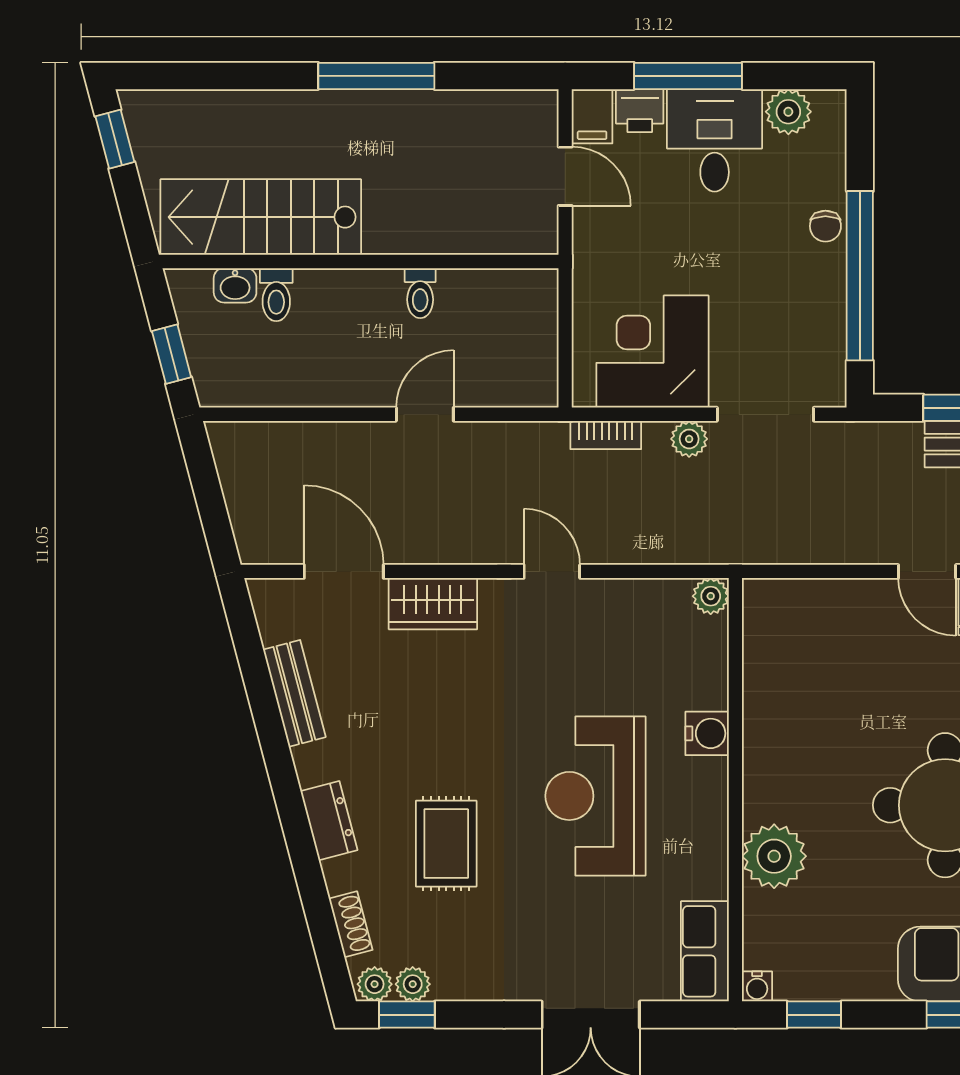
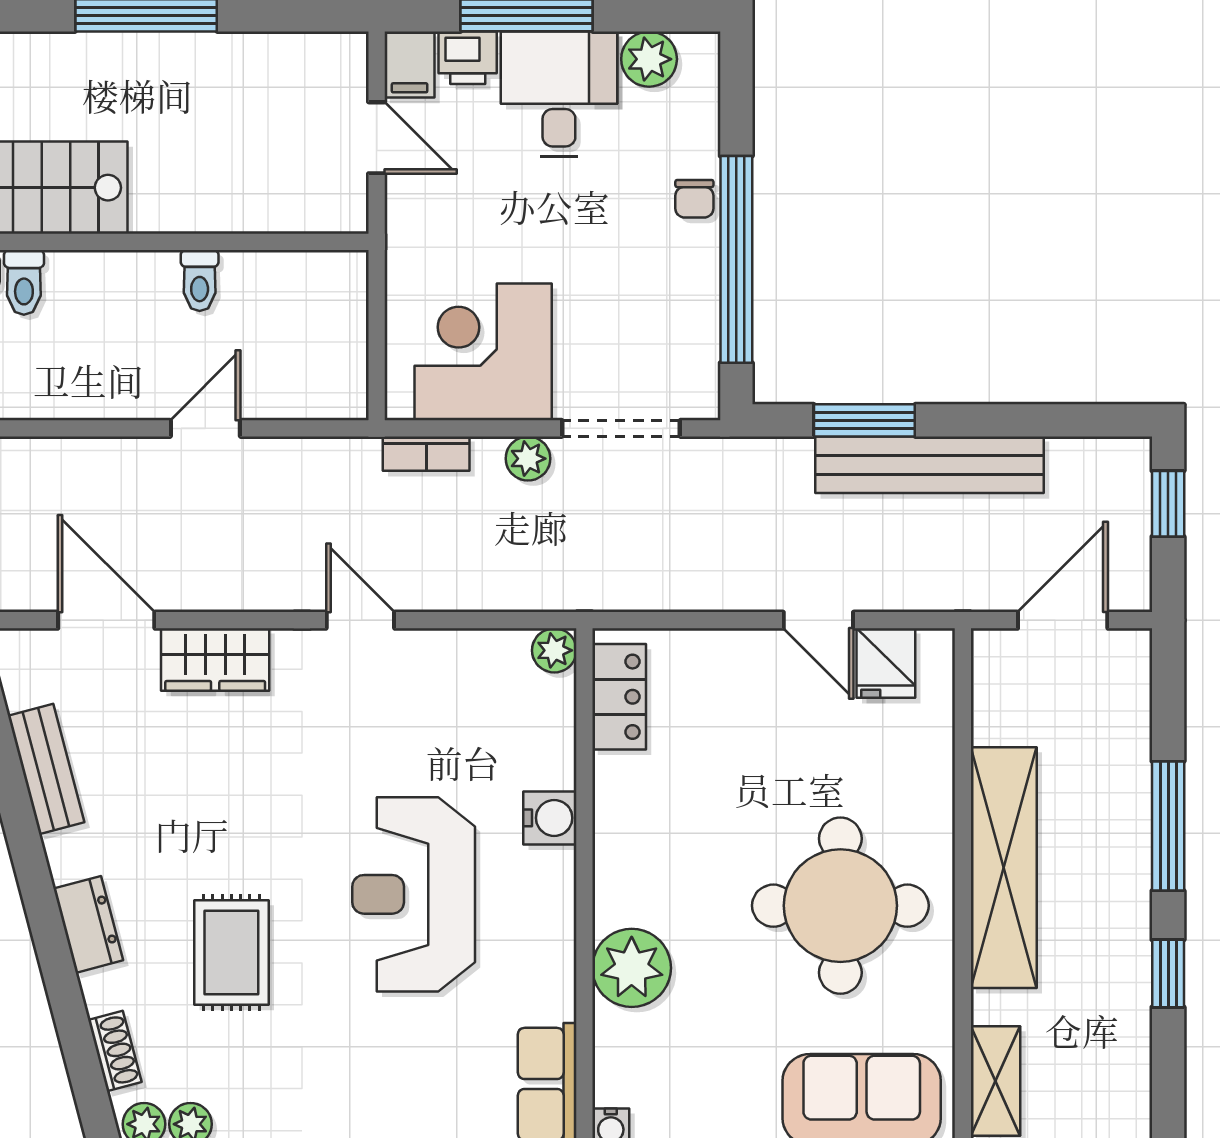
locker: (764, 634) -> (619, 697), added

